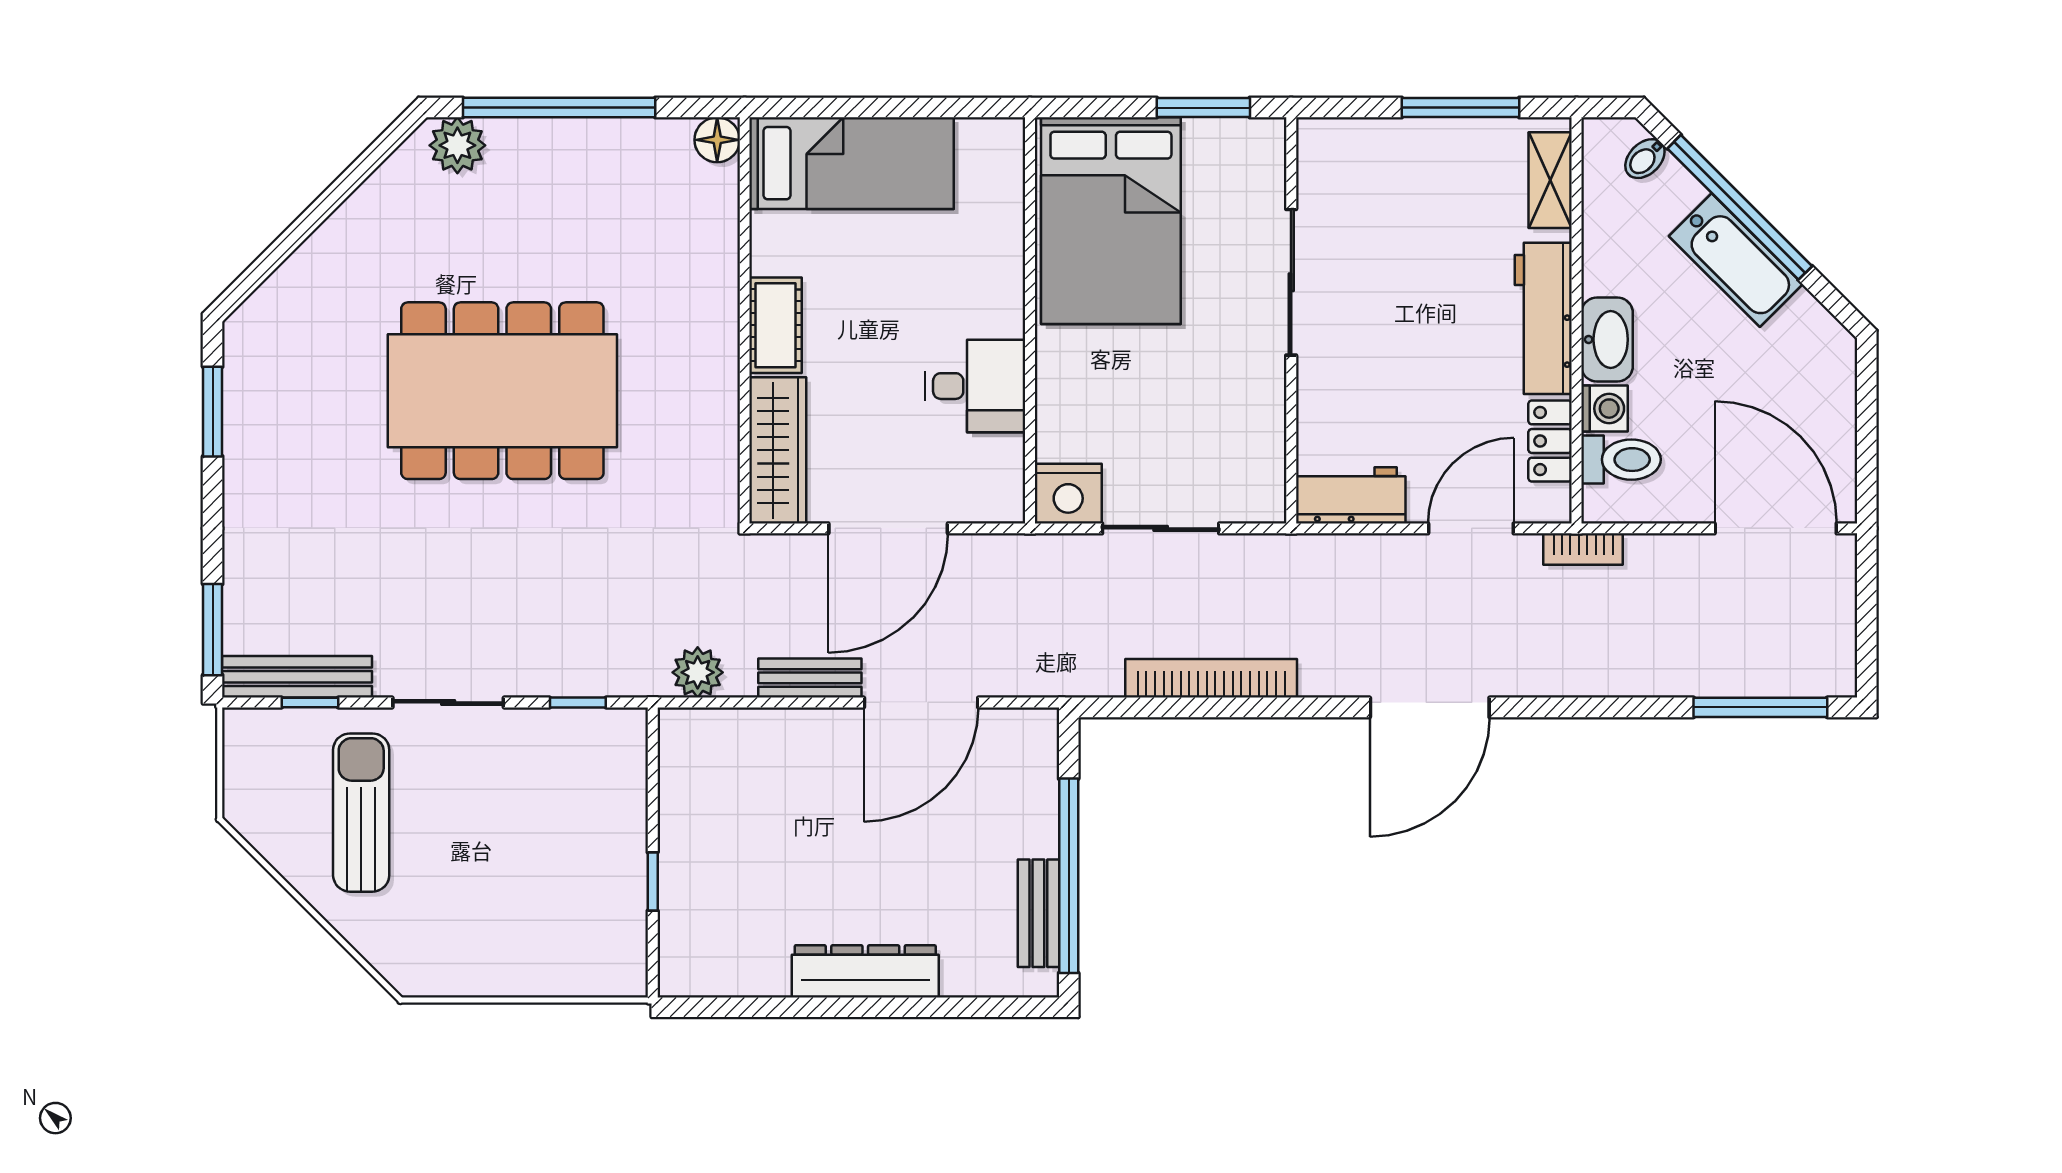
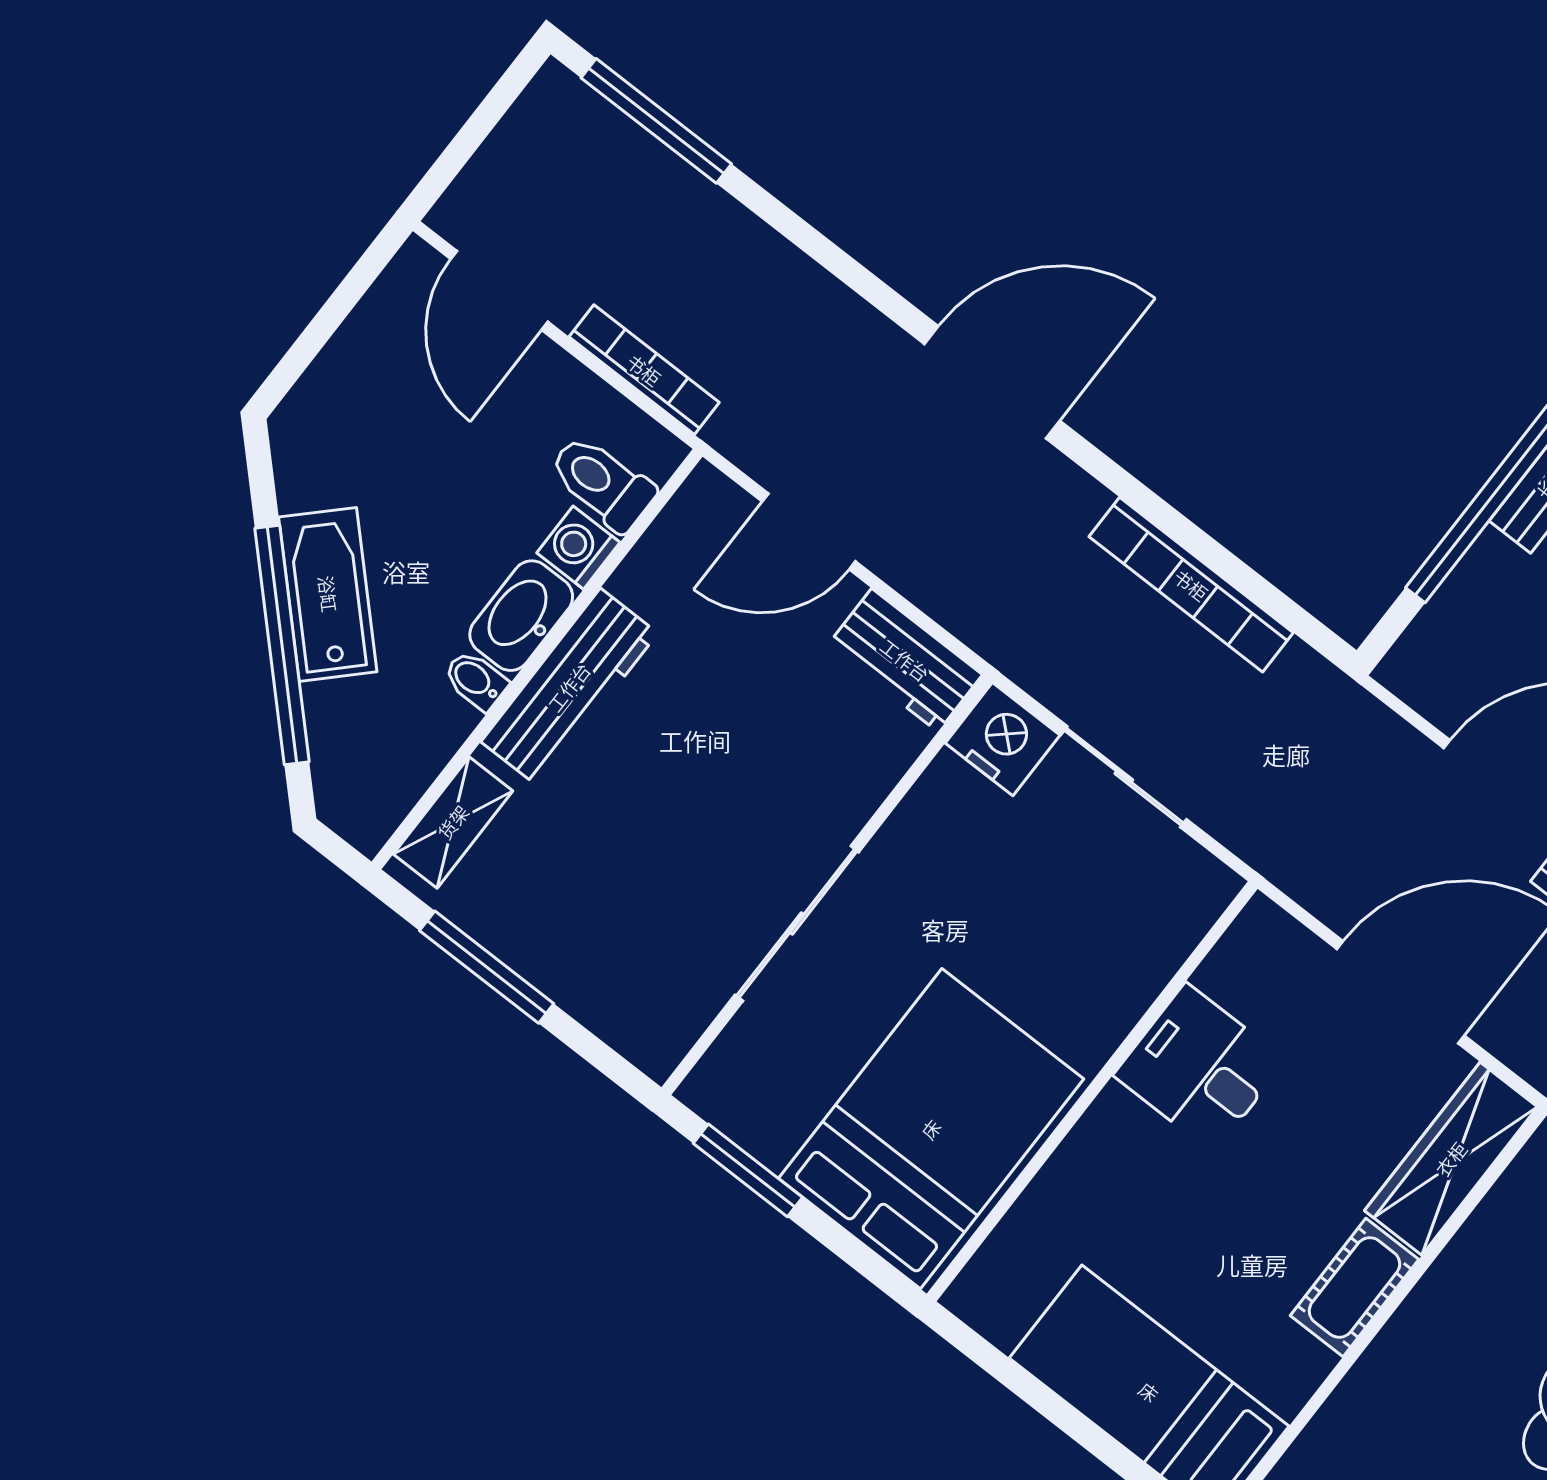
bidet: (1645, 159) -> (476, 680), moved, turned -135
locker: (1550, 441) -> (659, 558), removed
nightstand: (1068, 494) -> (1003, 739), moved
door: (1776, 528) -> (499, 290), width x0.73
bookcase: (1583, 549) -> (644, 370), moved, width x1.56

